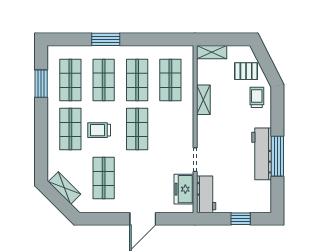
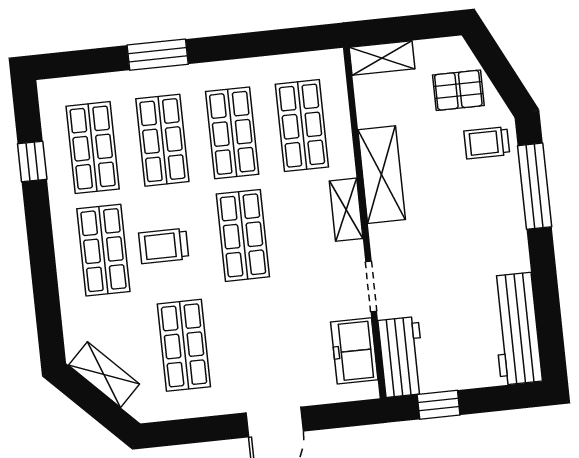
window: (41, 84) -> (32, 162), width x0.67
trolley: (257, 97) -> (487, 143), turned -90
shelving: (203, 100) -> (382, 175), width x1.50, depth x1.33
shelving: (187, 122) -> (346, 210), added
workbench: (262, 154) -> (516, 329), moved
window: (277, 156) -> (535, 186), moved
window: (241, 219) -> (439, 405), moved

